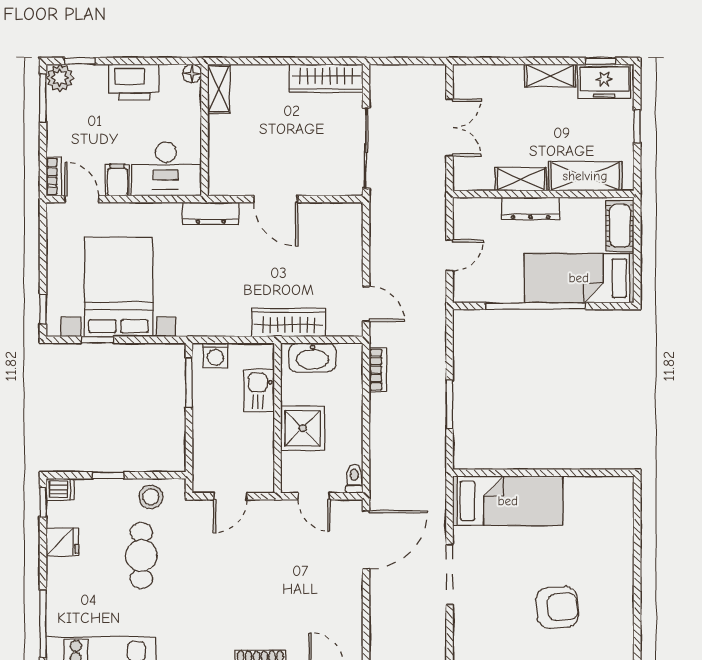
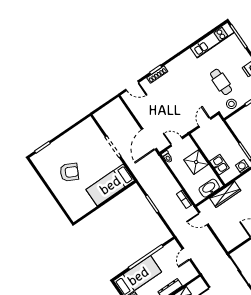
armchair: (557, 607) -> (69, 172), moved, turned -148

